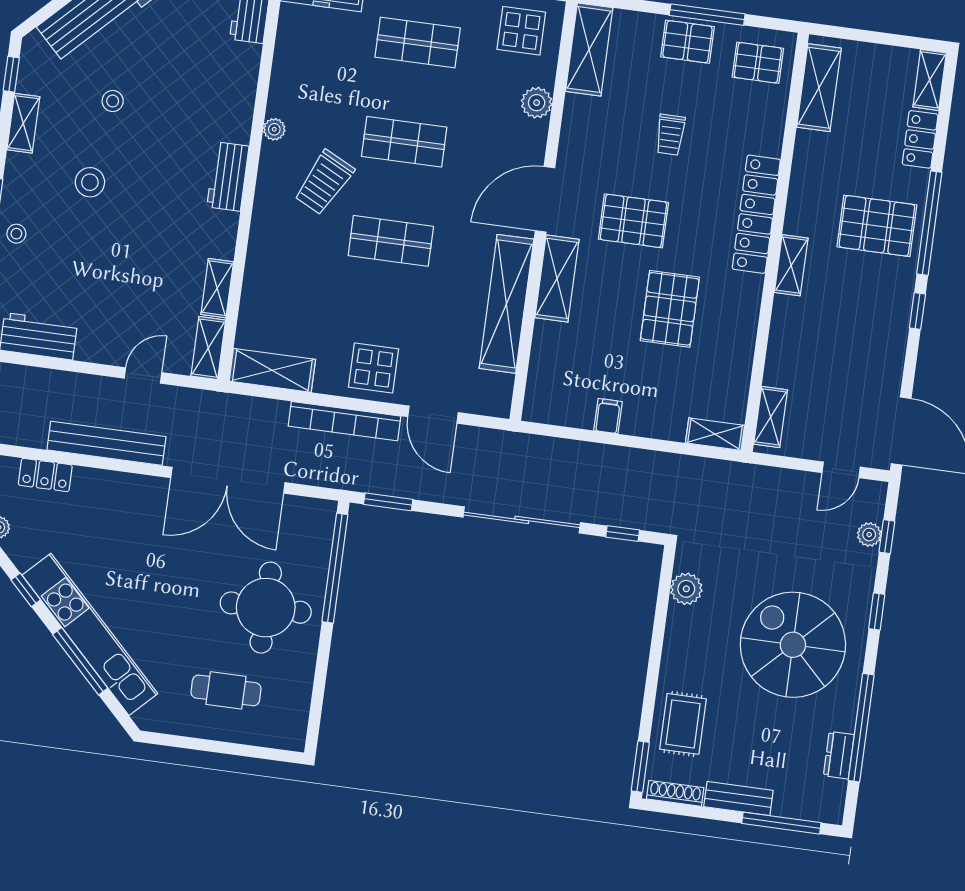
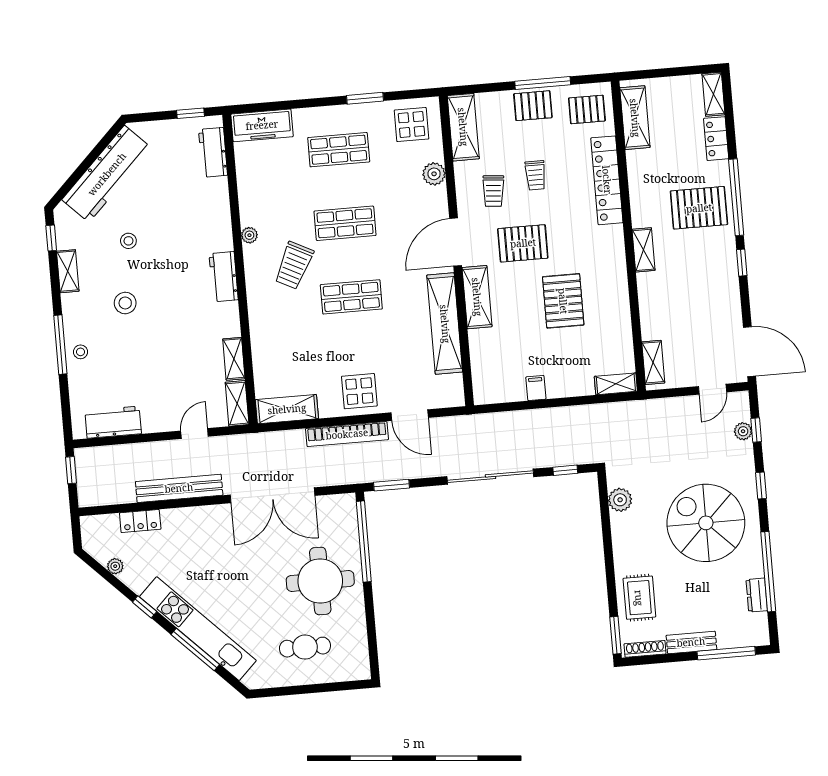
trolley: (610, 143) -> (493, 191), added
locker: (756, 214) -> (607, 180), moved

